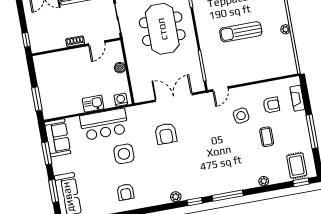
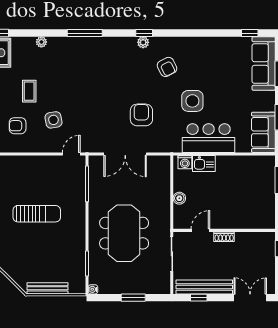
kitchen sink: (93, 104) -> (204, 163), moved
armchair: (125, 192) -> (167, 67), moved, turned 153
window: (195, 202) -> (144, 33), moved

